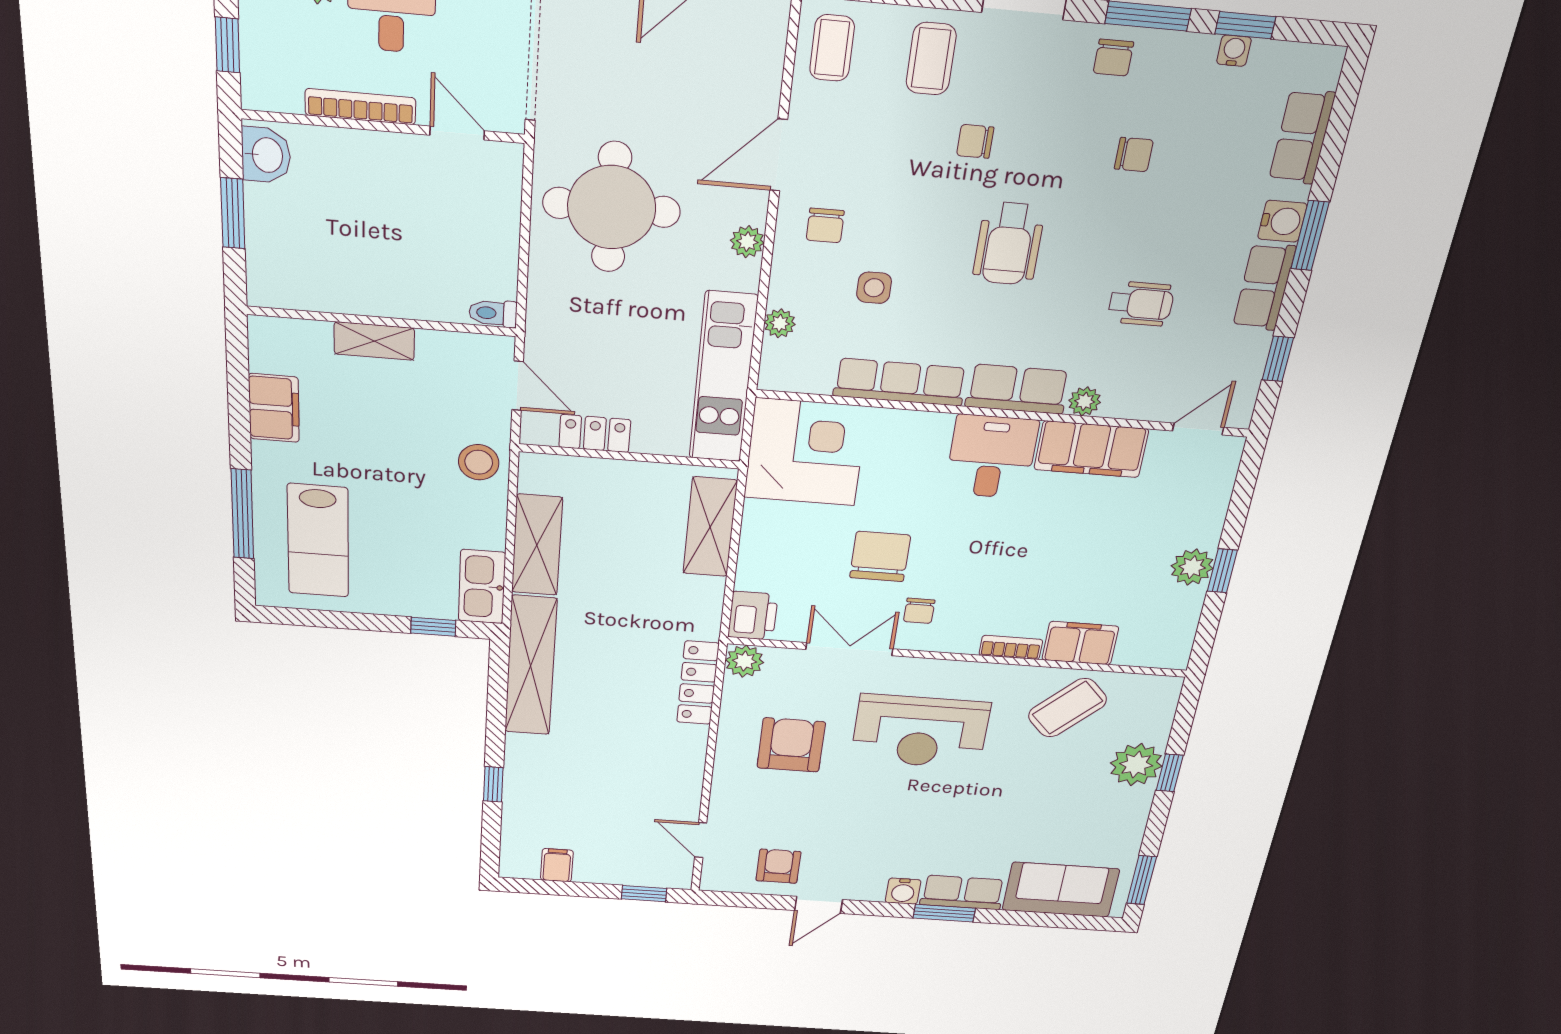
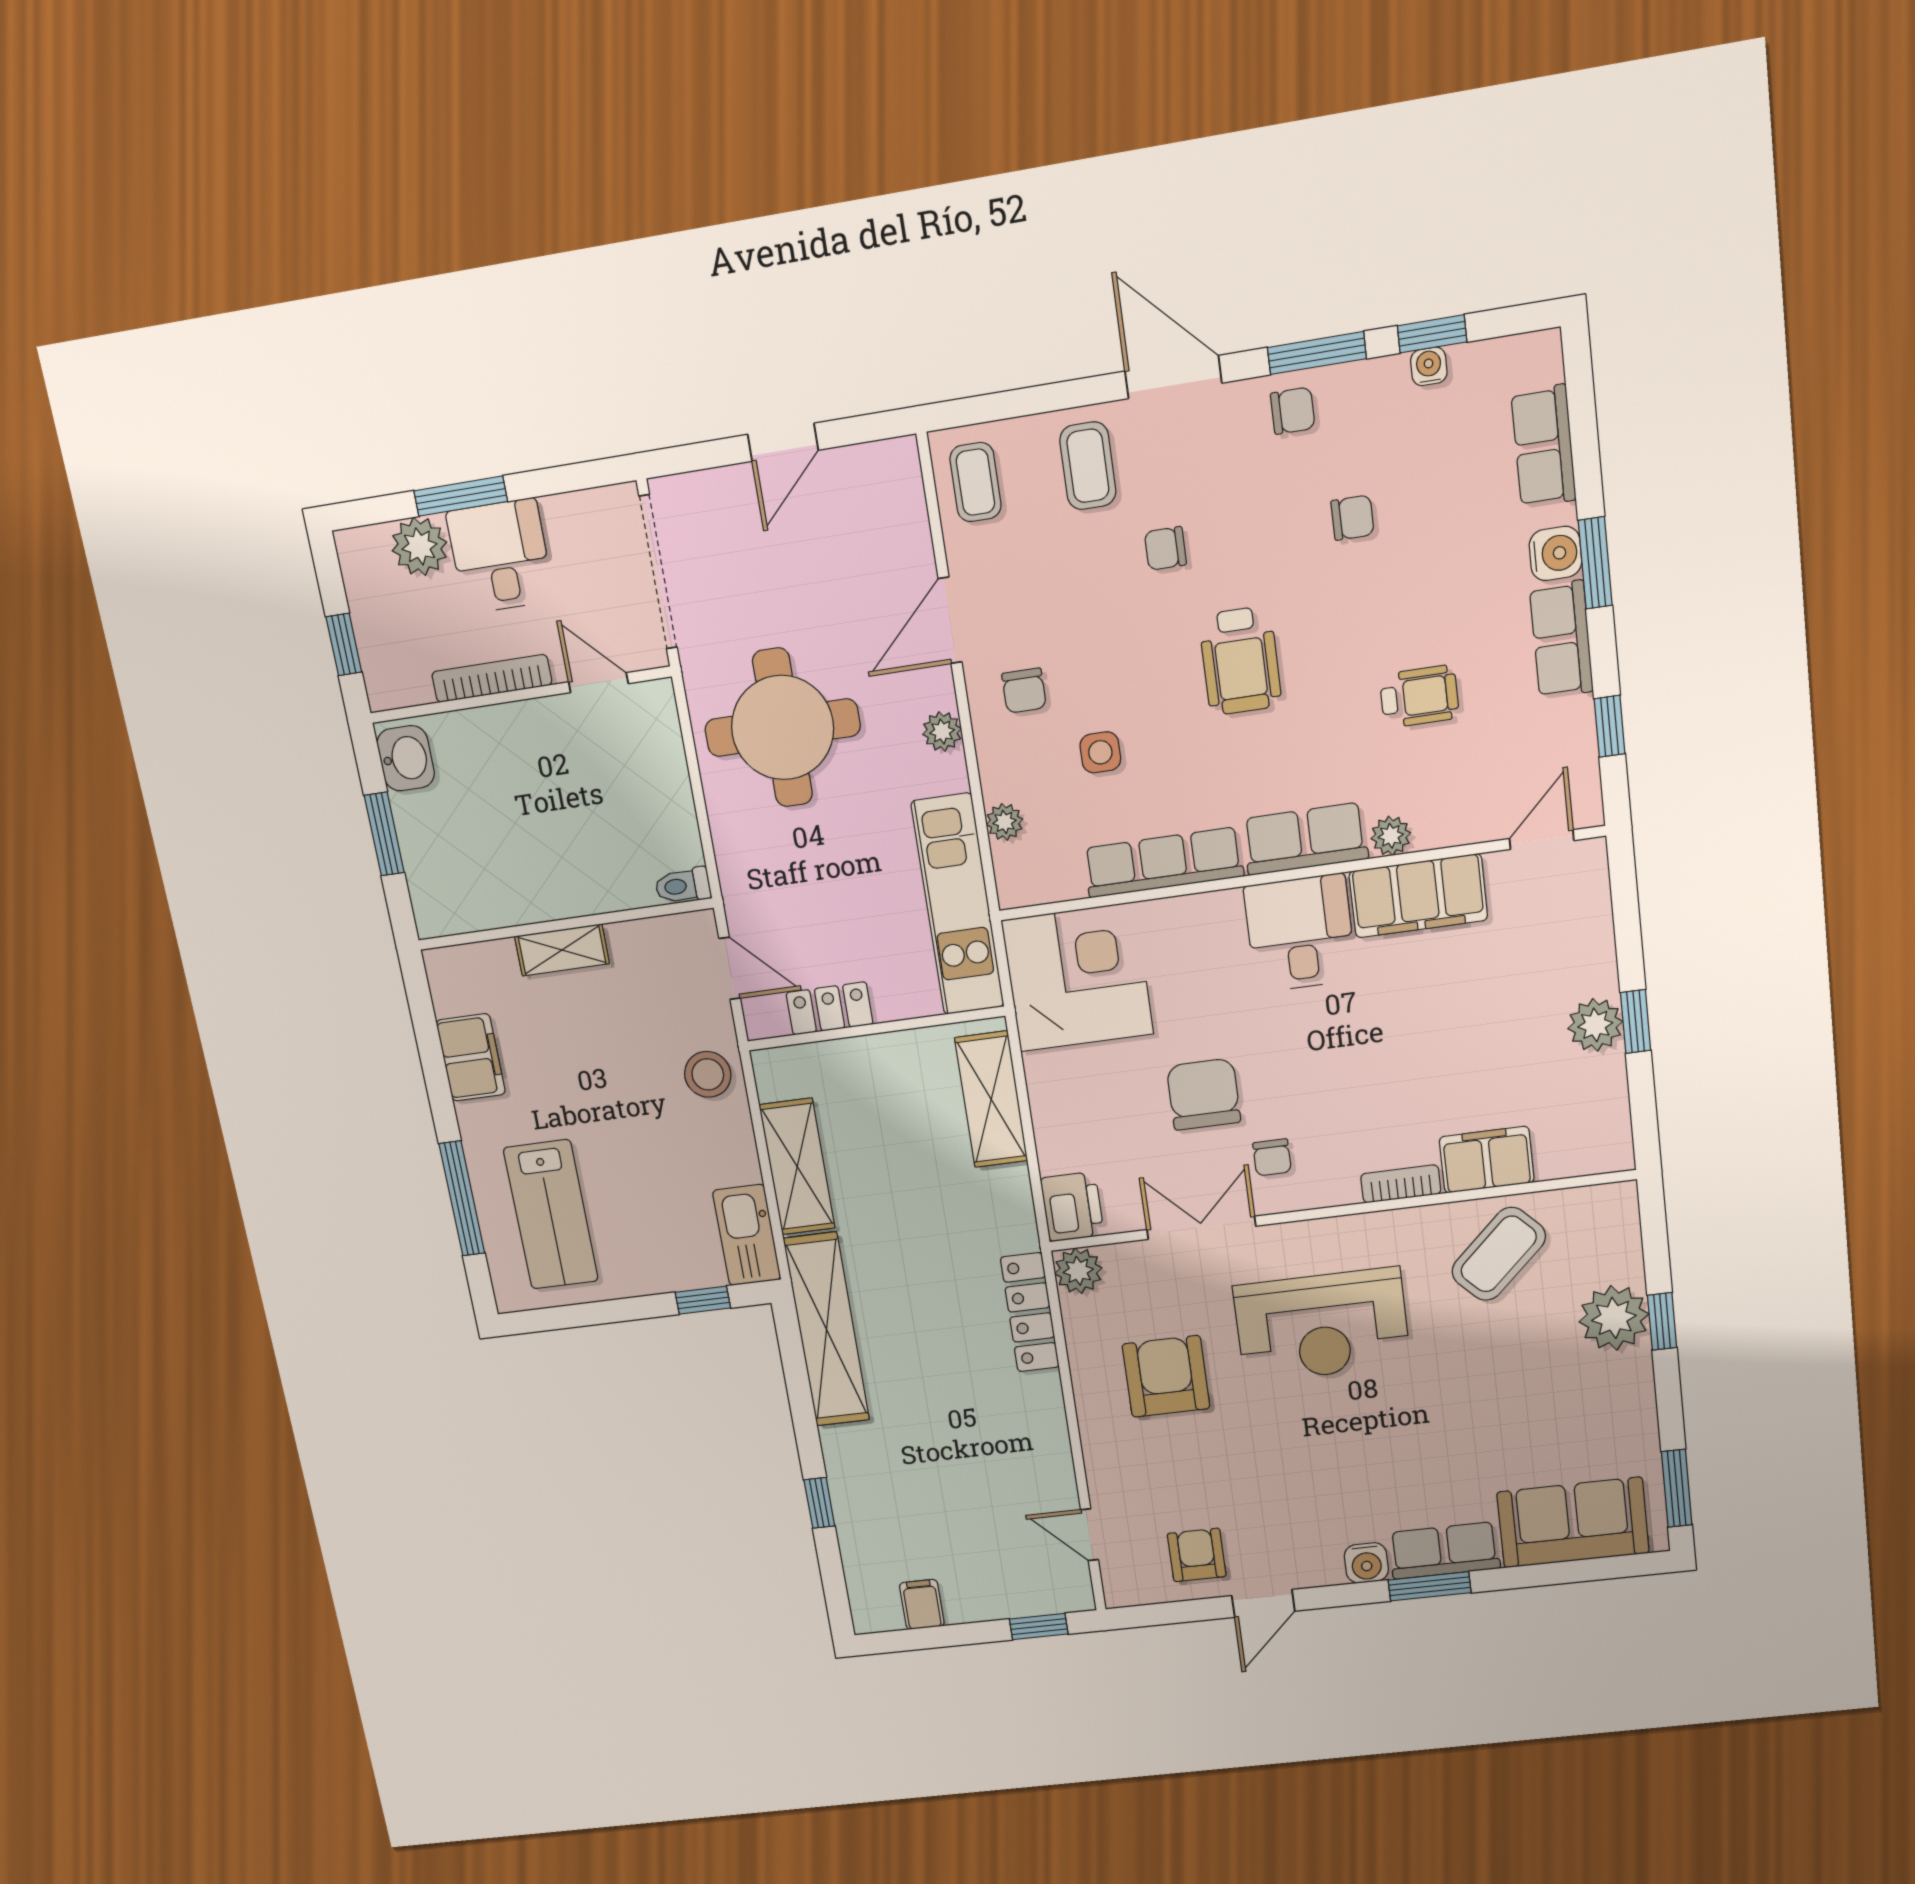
chair: (1113, 58) -> (1293, 411), turned -90

